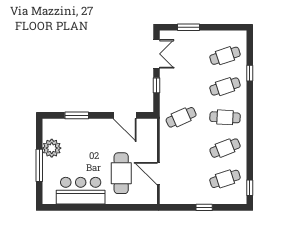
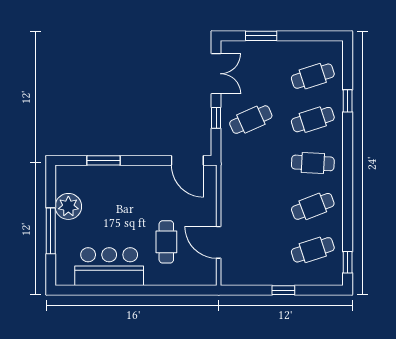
door: (125, 115) -> (187, 160), moved
cafe table: (181, 117) -> (251, 120), moved
cafe table: (121, 173) -> (166, 242), width x0.73, depth x0.74

